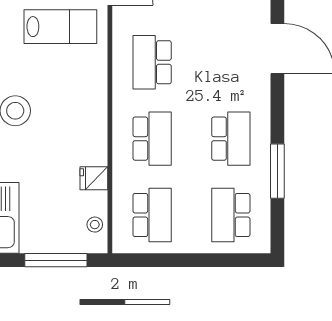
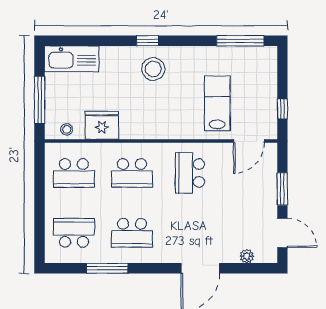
lab bench: (60, 27) -> (217, 103), turned 180
school desk: (152, 62) -> (190, 173), turned -90
fridge: (94, 178) -> (102, 125), width x1.88, depth x1.34

